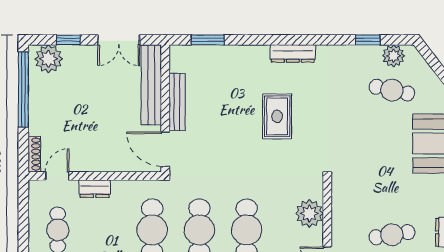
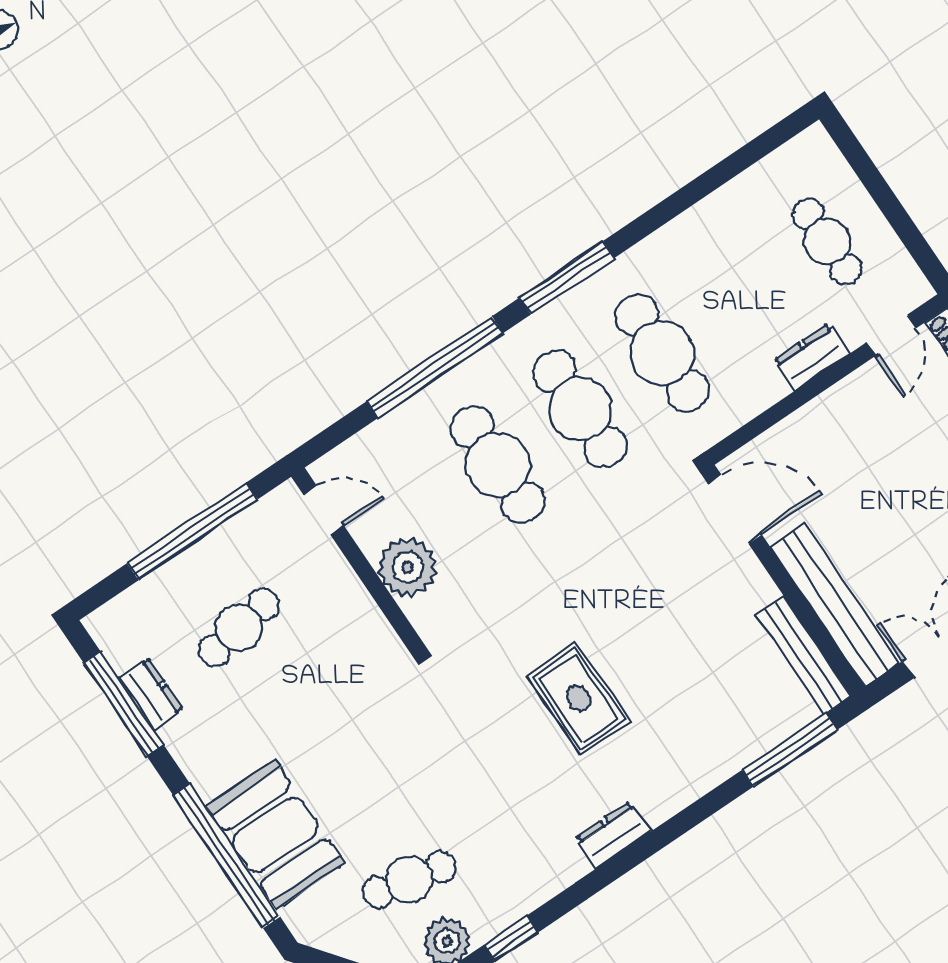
window: (208, 40) -> (790, 750), width x1.44
dresser: (293, 54) -> (613, 835), width x0.70
bench: (177, 102) -> (804, 655), moved

